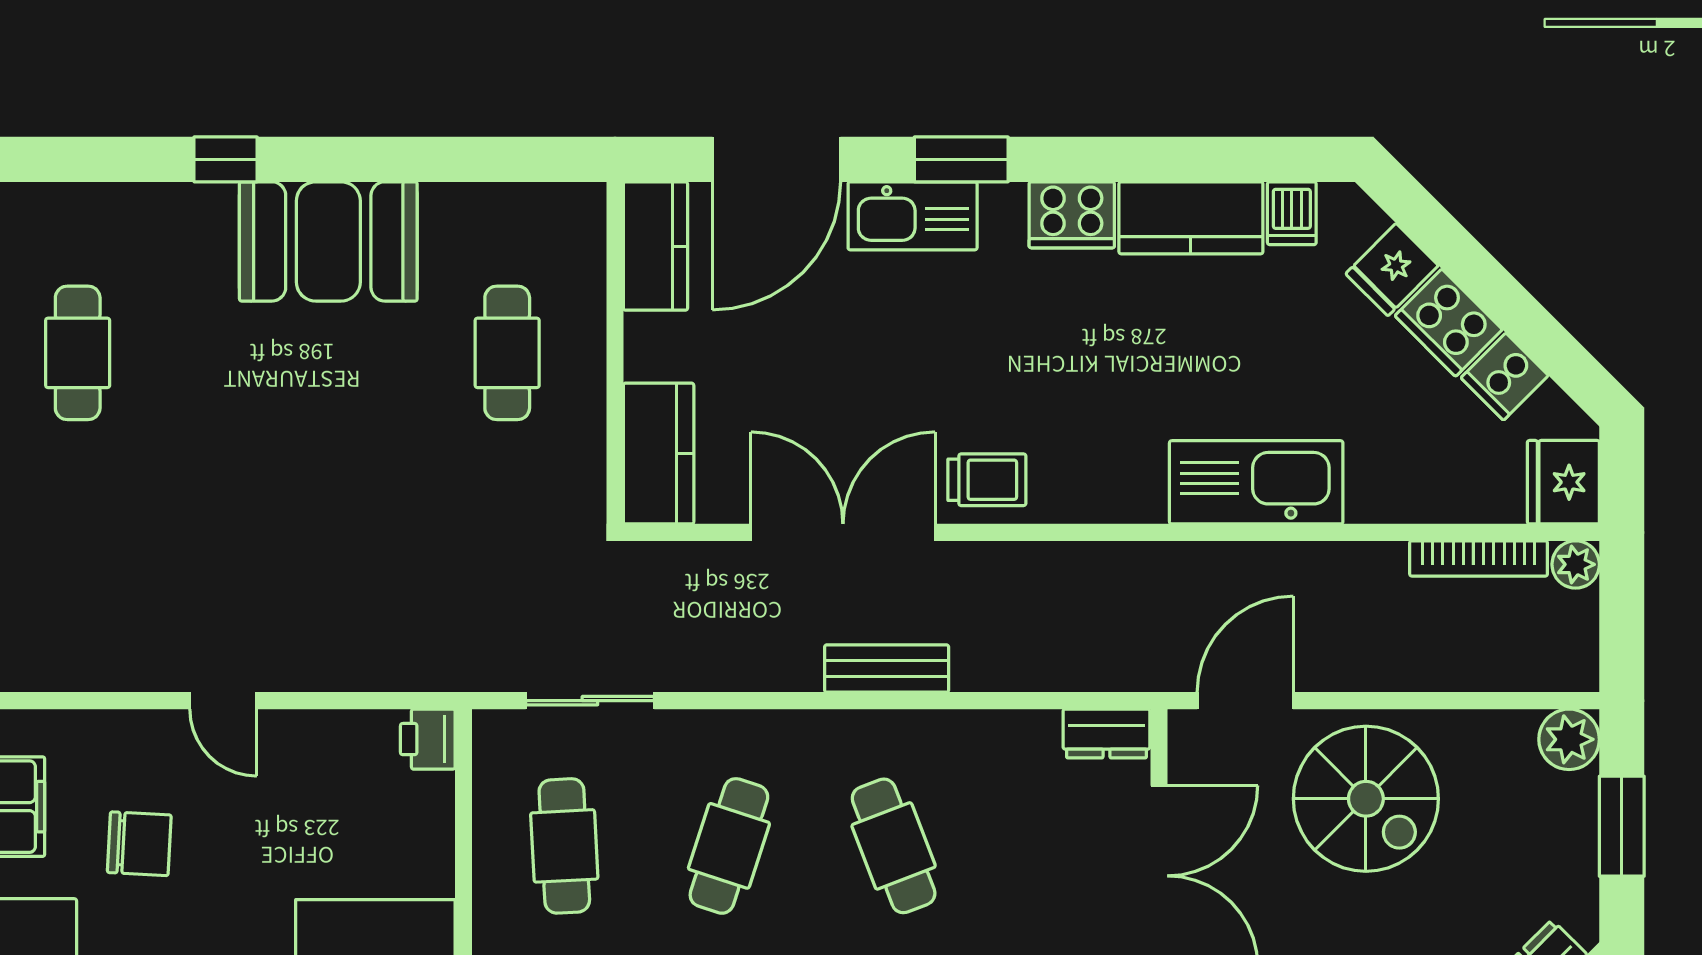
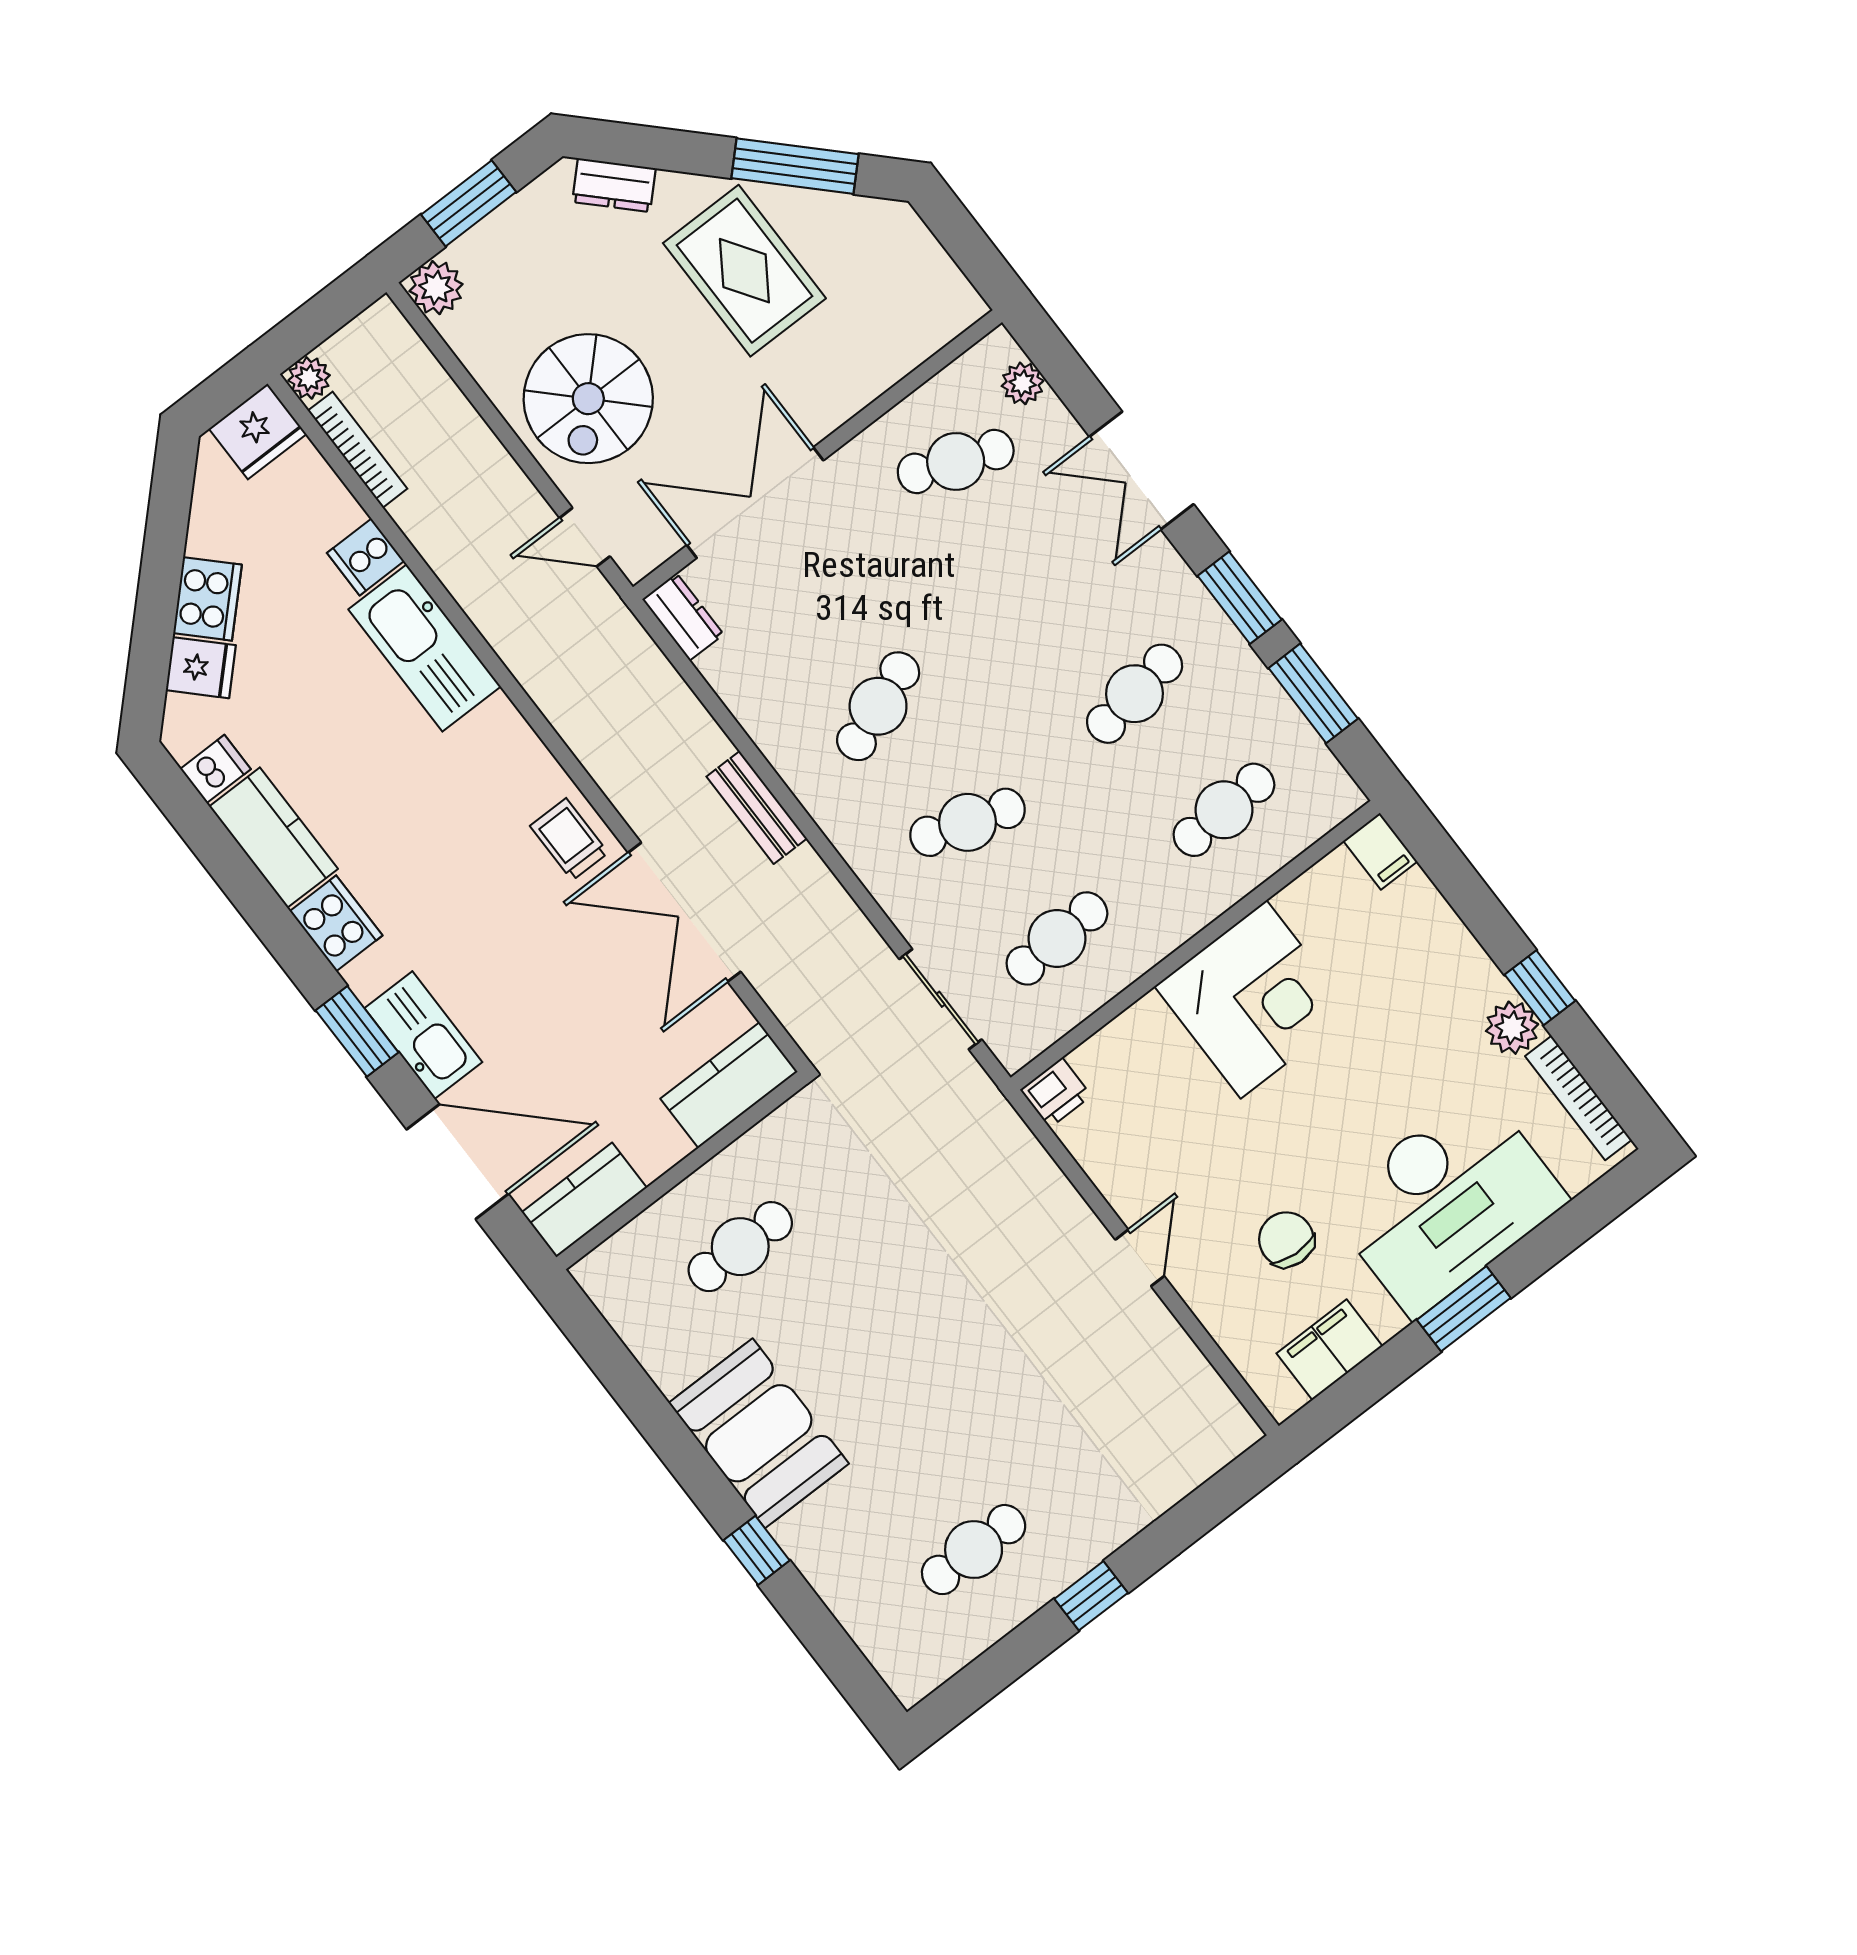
cooker: (1505, 377) -> (366, 557), moved, turned 135
door: (1245, 701) -> (585, 537), width x0.73
spiral stairs: (1366, 799) -> (588, 399), turned 180

